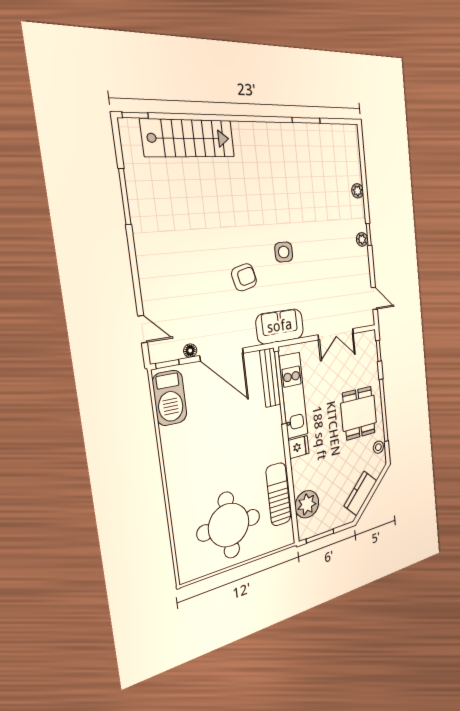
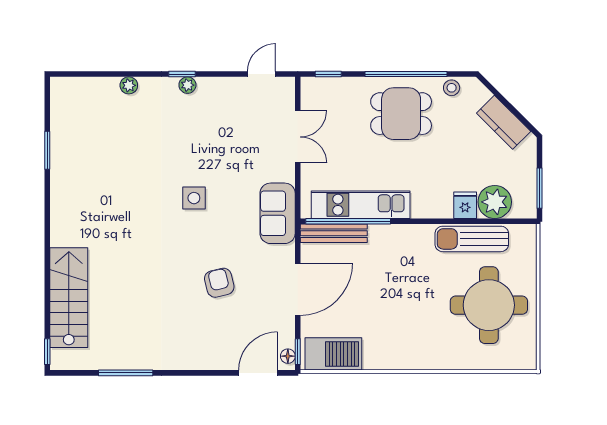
armchair: (244, 277) -> (219, 283), moved
door: (143, 329) -> (258, 373), width x1.38
floor lamp: (190, 351) -> (288, 356), moved
fridge: (299, 447) -> (465, 205), moved

